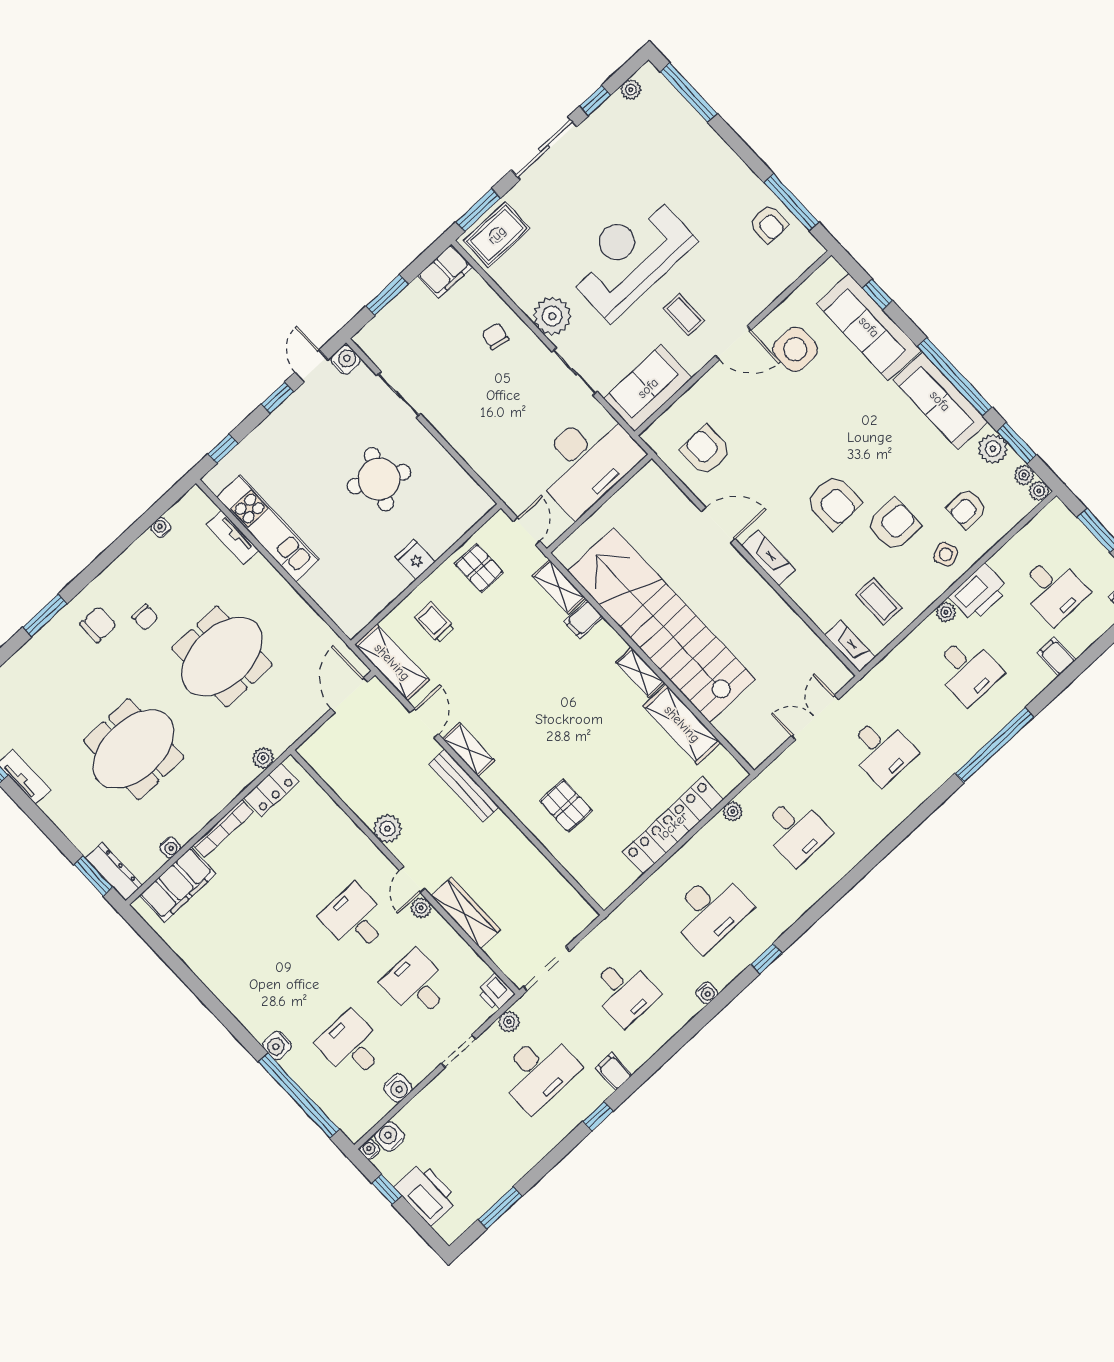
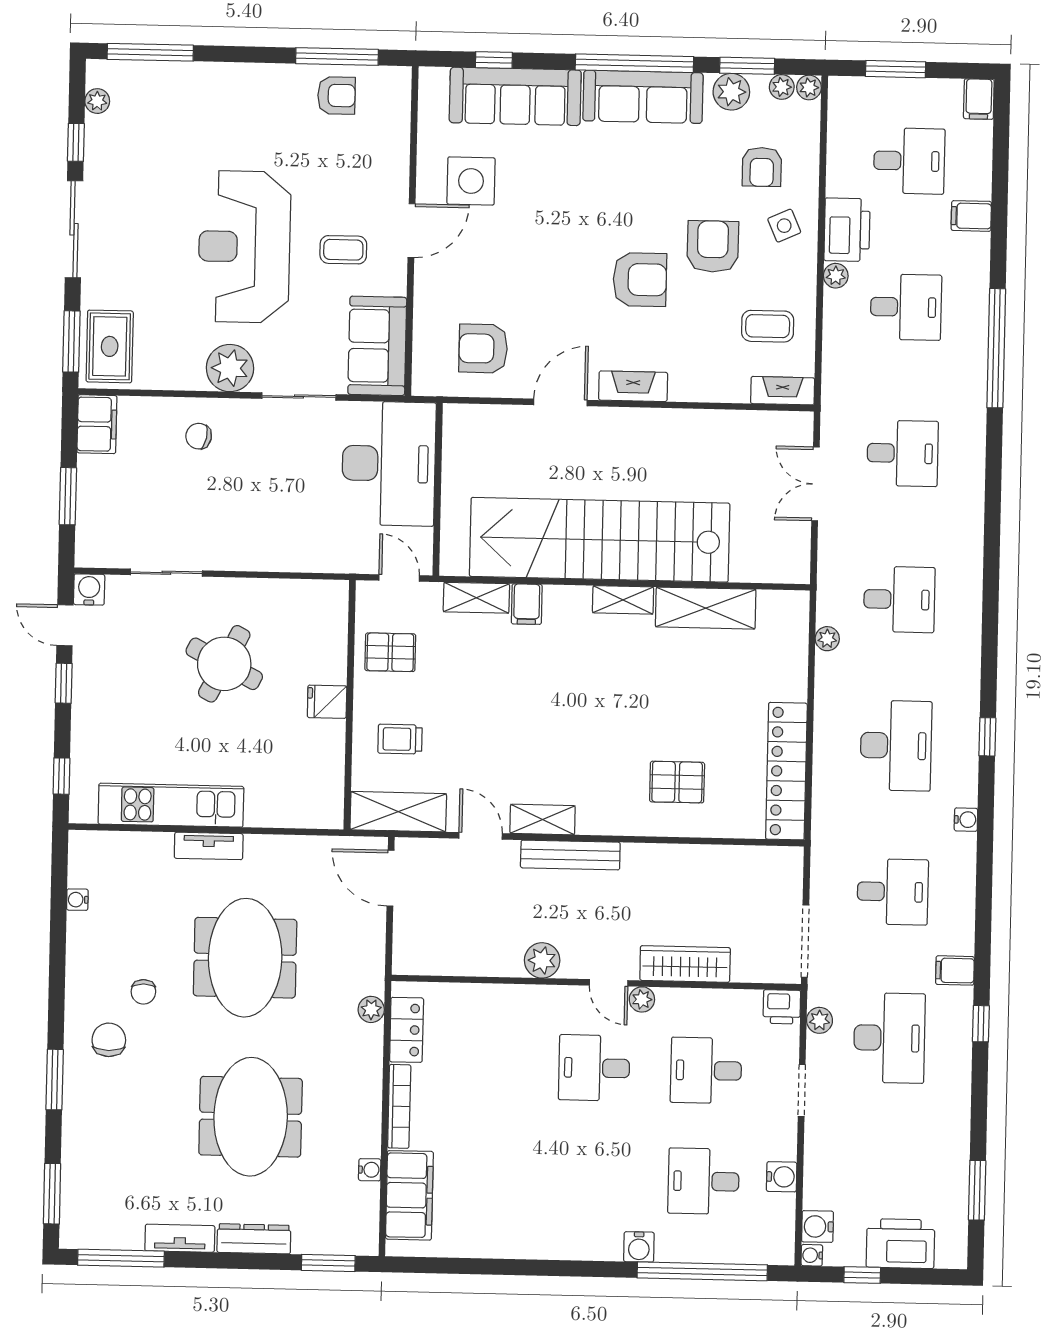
tv unit: (232, 537) -> (209, 846), moved
chair: (145, 617) -> (143, 992), turned 90
locker: (673, 826) -> (786, 771), moved
dresser: (114, 872) -> (254, 1239), moved

